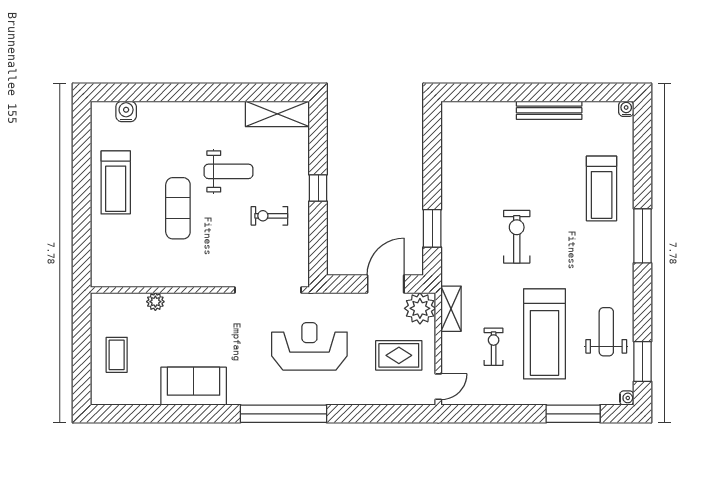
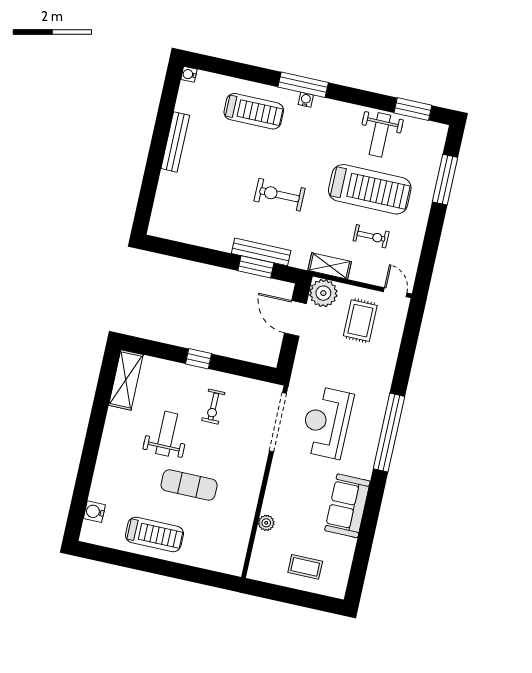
bench: (450, 230) -> (261, 252), added
weight bench: (606, 332) -> (380, 135), turned -90
reception desk: (309, 346) -> (327, 422), moved
exercise bike: (494, 347) -> (371, 236), turned 180
water cooler: (627, 398) -> (306, 100), moved

